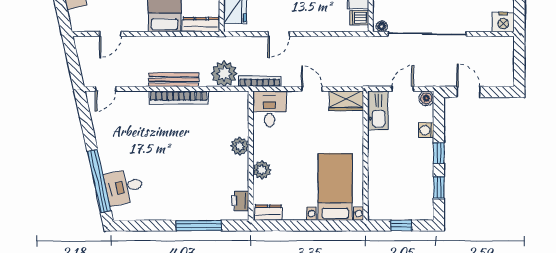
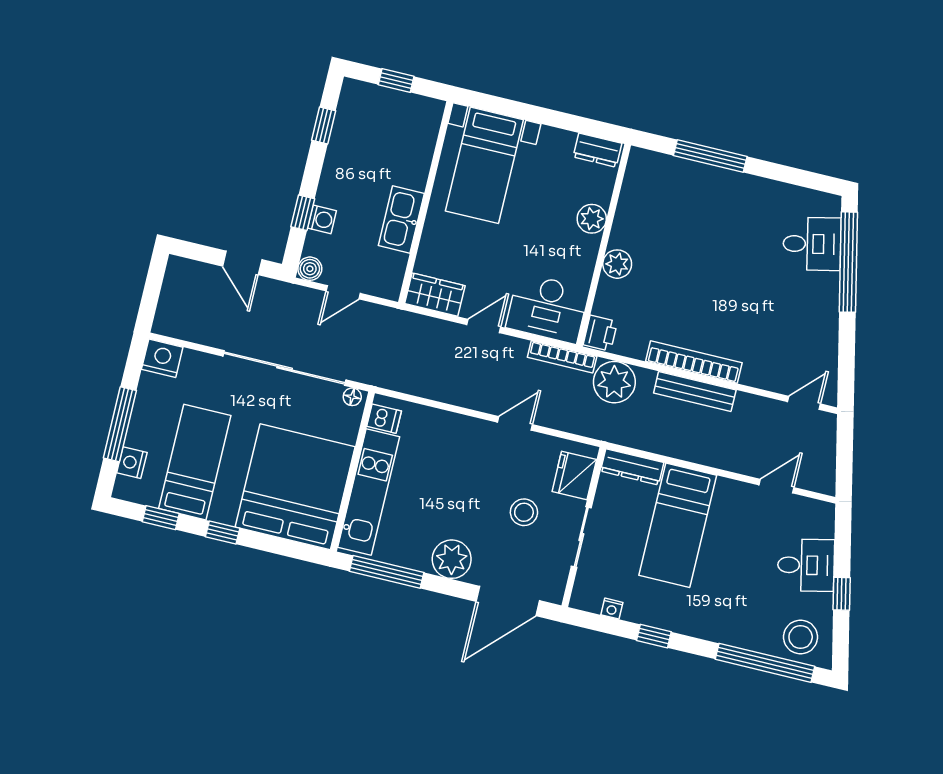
door: (312, 89) -> (484, 326), swing flipped
desk: (270, 109) -> (547, 308), width x1.37
kitchen sink: (378, 111) -> (401, 219), moved
window: (439, 153) -> (303, 213), moved
printer: (240, 201) -> (600, 333), moved

